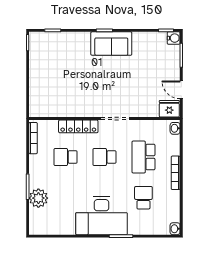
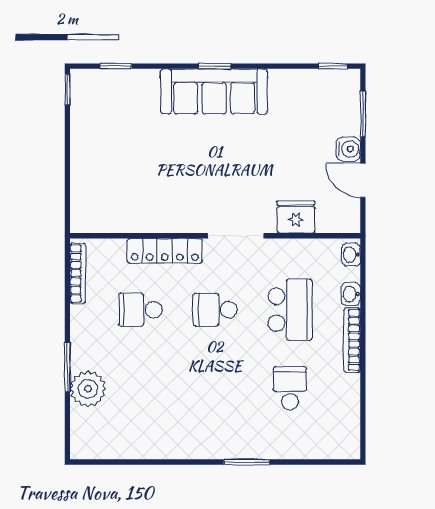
water cooler: (174, 38) -> (348, 149), moved
sofa: (111, 44) -> (214, 91), width x1.36
fridge: (169, 109) -> (296, 217), moved
school desk: (143, 157) -> (290, 310), turned 180
desk: (101, 216) -> (209, 422), removed
washbasin: (175, 229) -> (351, 294), moved

